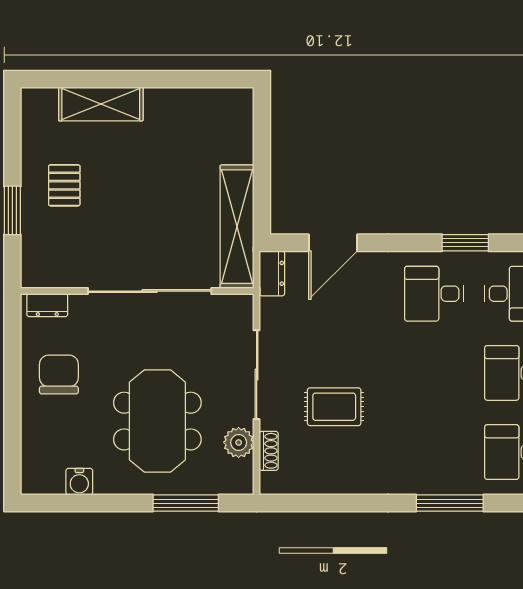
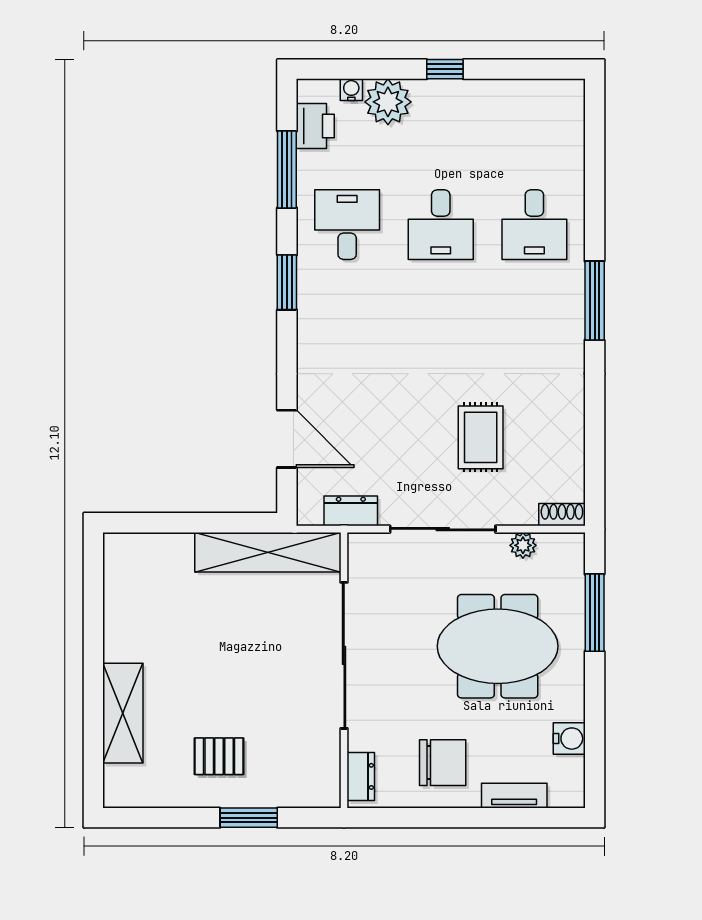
dresser: (272, 273) -> (351, 511), moved
desk: (434, 294) -> (347, 319), removed
chair: (59, 374) -> (443, 763), turned 180
tv unit: (31, 435) -> (514, 796), added
plant: (239, 442) -> (523, 545), width x0.73, depth x0.73
shoe rack: (269, 451) -> (562, 515), moved

